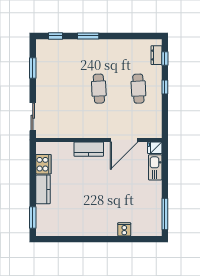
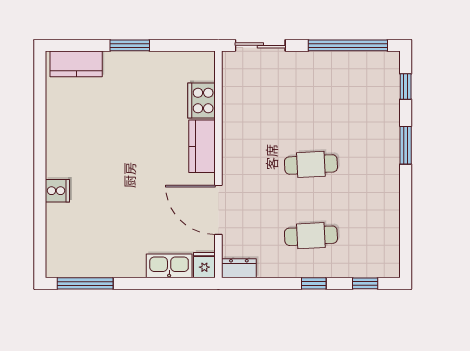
dresser: (156, 55) -> (239, 268), moved
window: (33, 68) -> (348, 45), width x2.11
cooker: (43, 164) -> (201, 101), moved, turned 90
kitchen counter: (43, 189) -> (76, 64), moved
window: (33, 218) -> (130, 45), moved
cooker: (124, 229) -> (57, 191), moved

